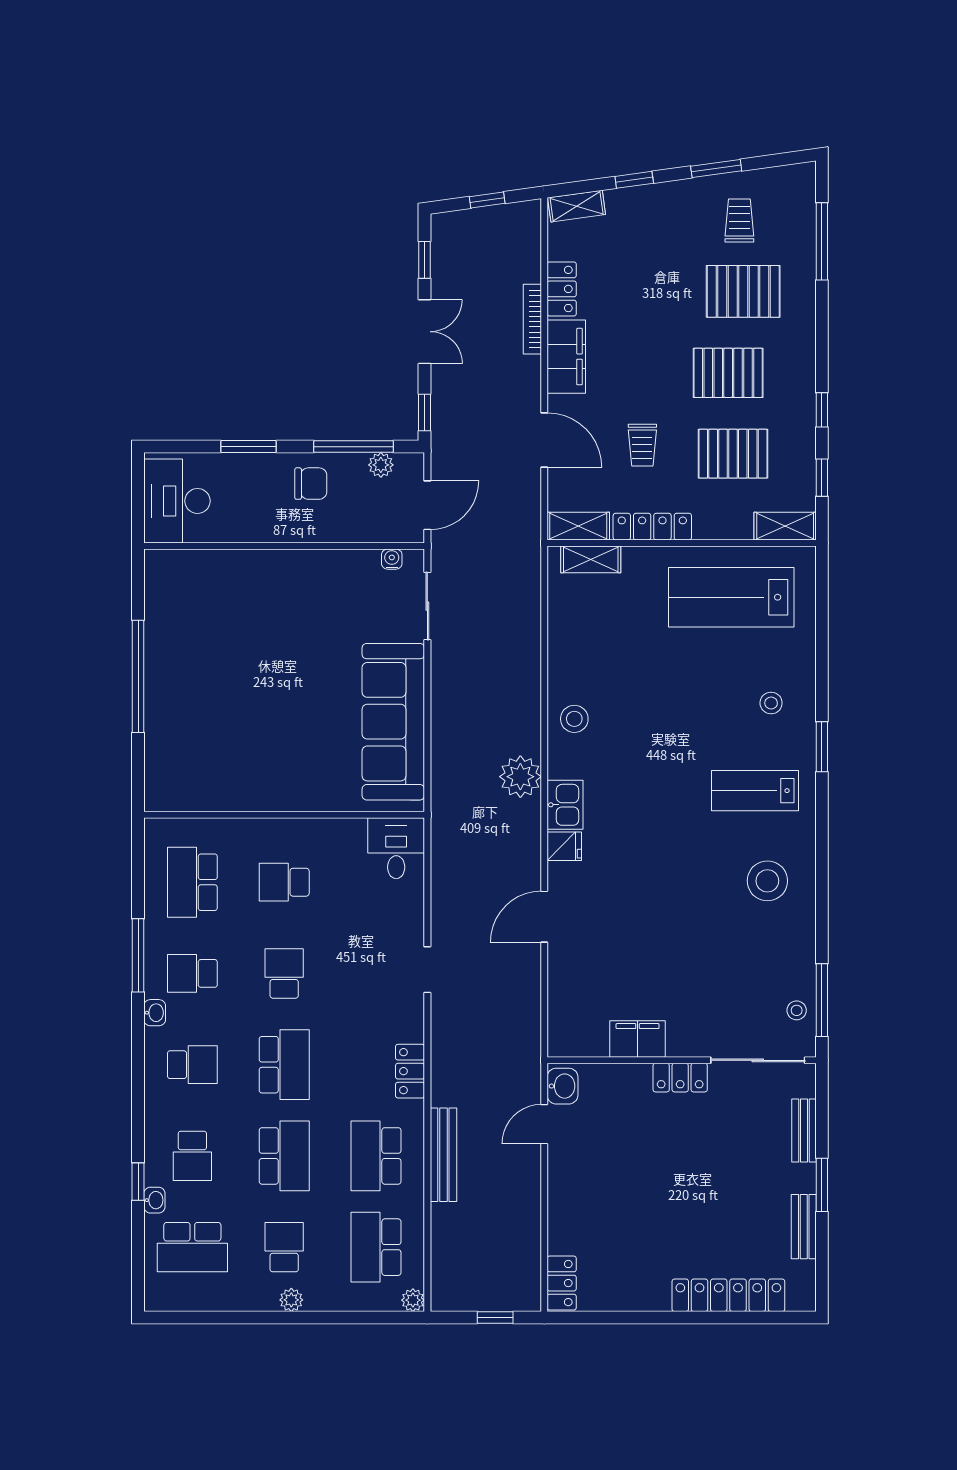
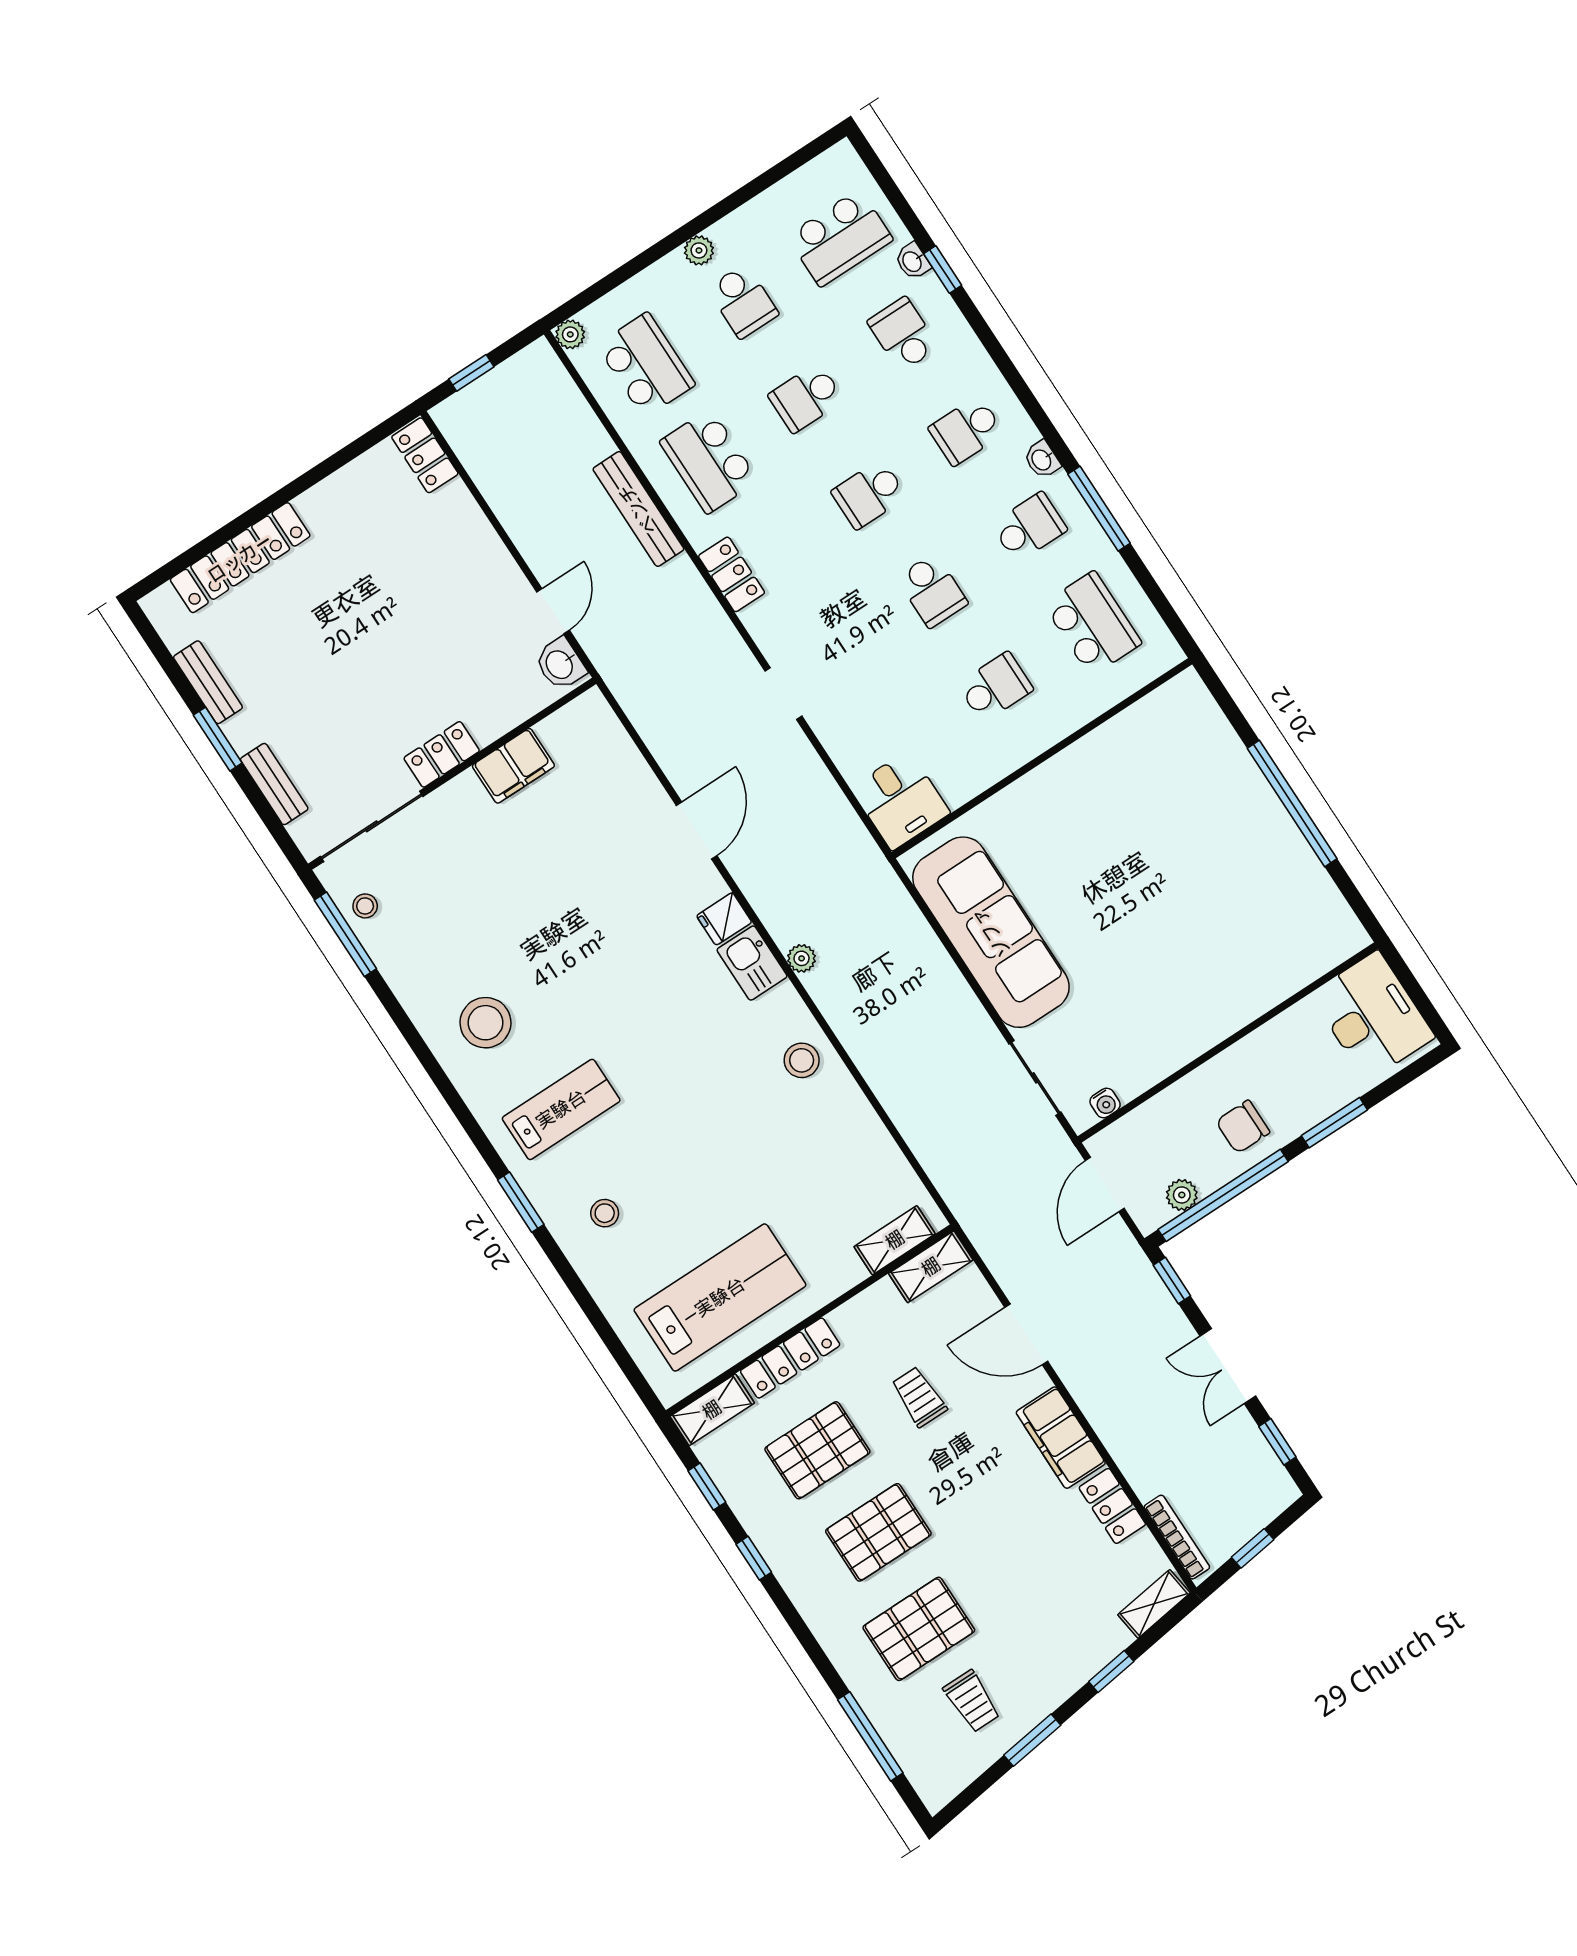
bookcase: (532, 319) -> (1177, 1537), moved
window: (354, 447) -> (1223, 1195), width x1.46
locker: (652, 527) -> (790, 1358), moved
plant: (520, 777) -> (802, 958), width x0.53, depth x0.53
school desk: (284, 1065) -> (869, 494), width x0.54
school desk: (284, 1156) -> (806, 398), width x0.54
school desk: (376, 1156) -> (709, 461), turned 180
school desk: (192, 1247) -> (840, 238), turned 180

